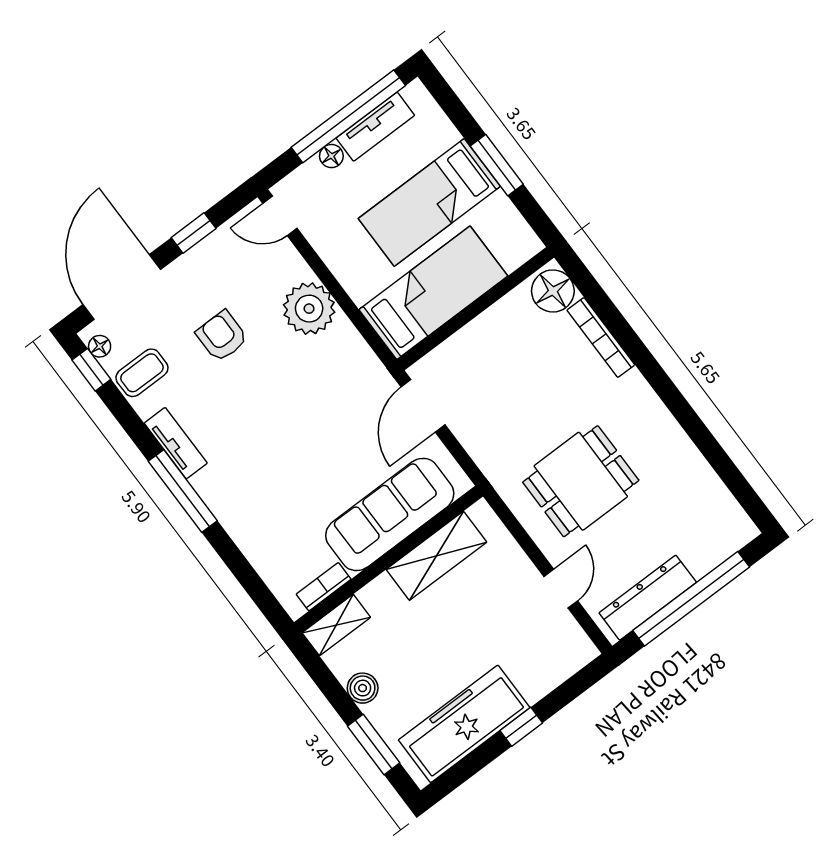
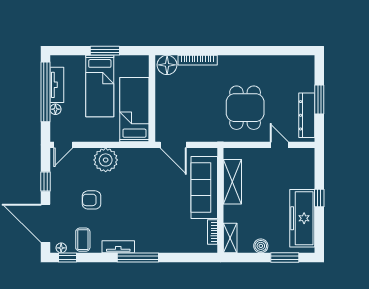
window: (691, 599) -> (319, 100), width x0.47

